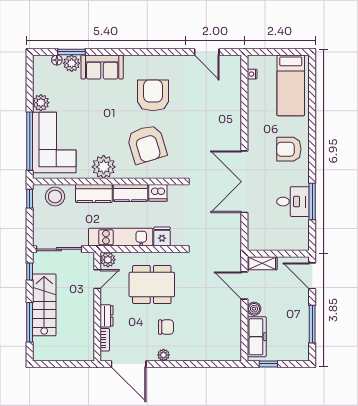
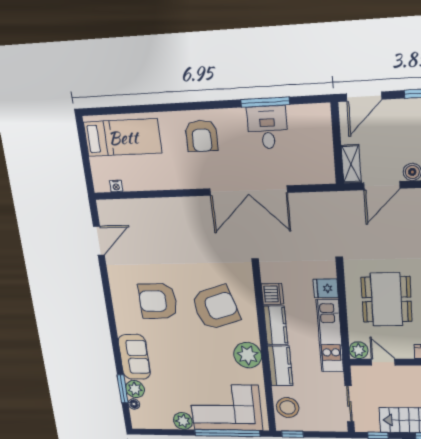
sliding door: (59, 249) -> (349, 404), width x0.73

